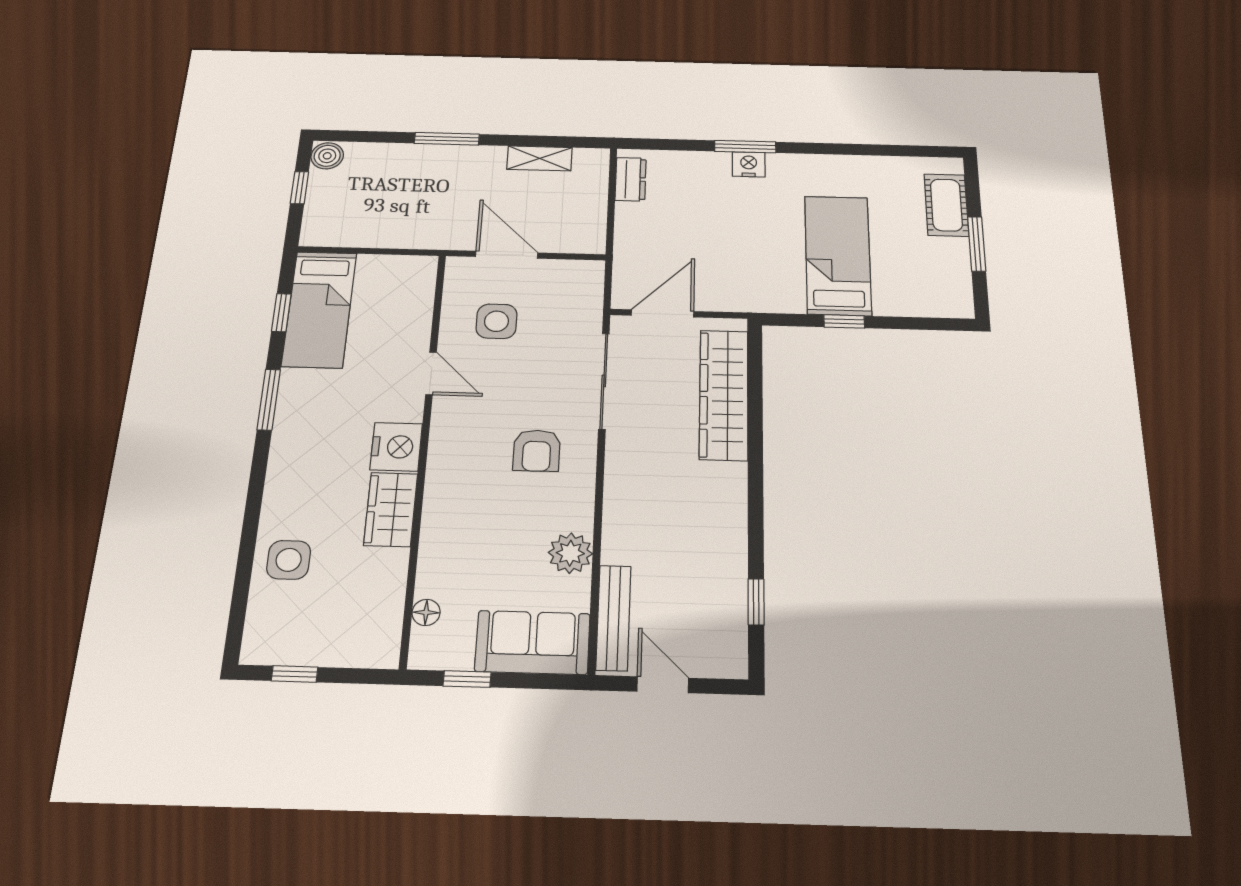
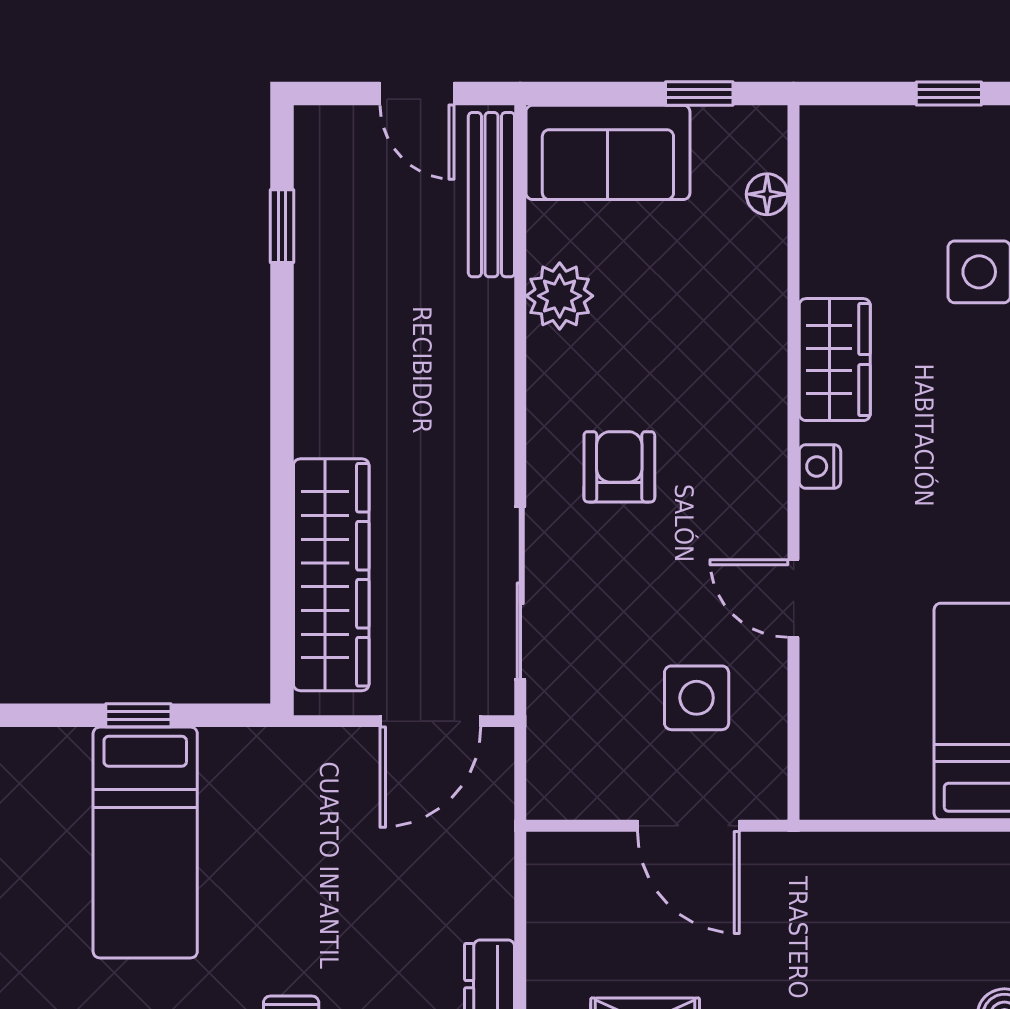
nightstand: (396, 447) -> (820, 466), width x0.53, depth x0.56

